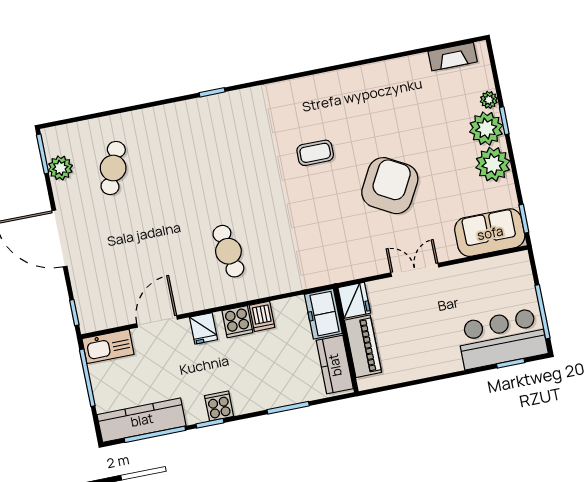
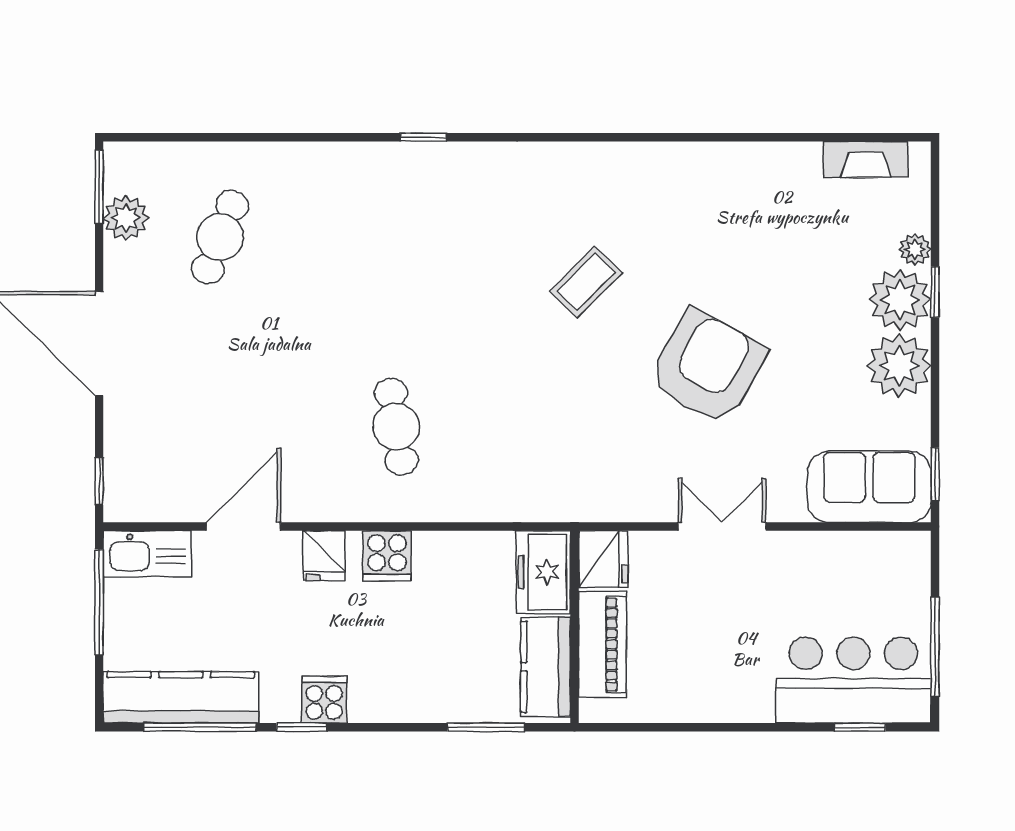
coffee table: (315, 153) -> (586, 282), turned -45
dishwasher: (262, 316) -> (433, 555), removed
window: (288, 408) -> (486, 727), moved

